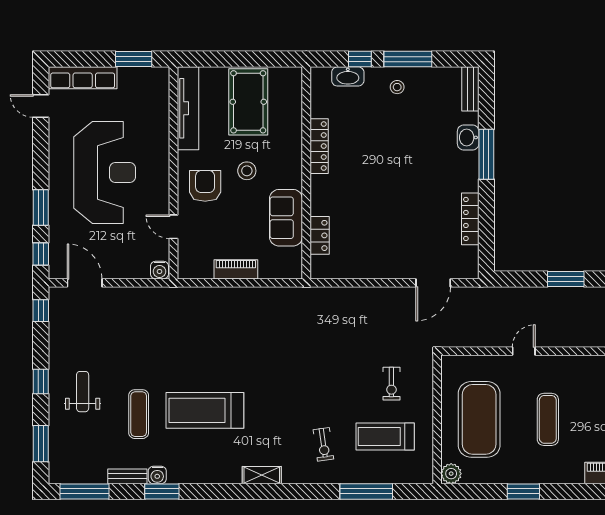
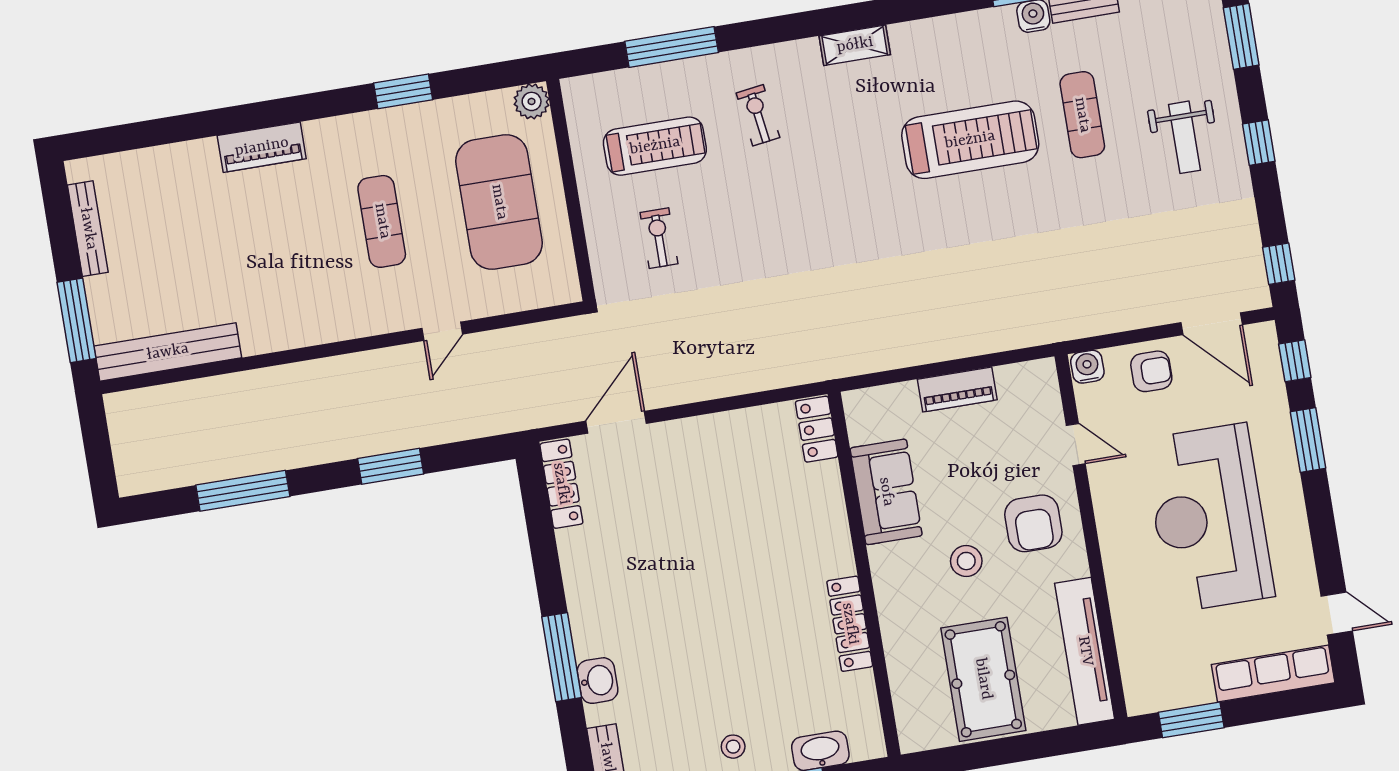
locker: (470, 219) -> (561, 484), moved
locker: (320, 235) -> (817, 429), moved
armchair: (124, 261) -> (1151, 371), added

